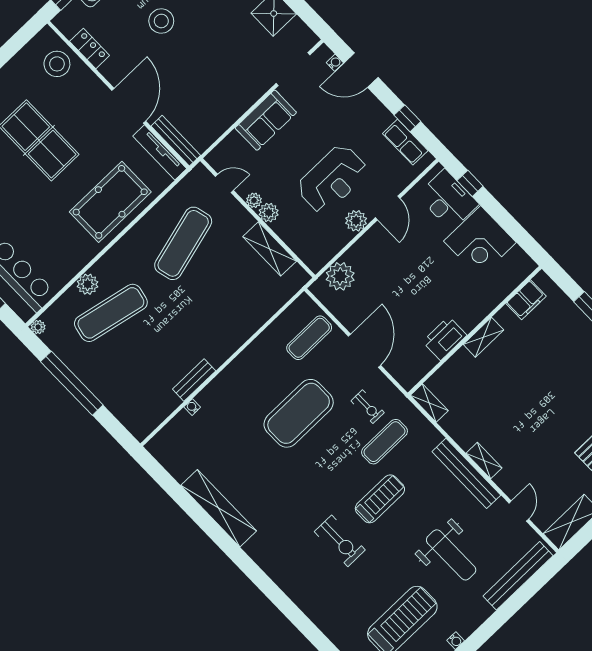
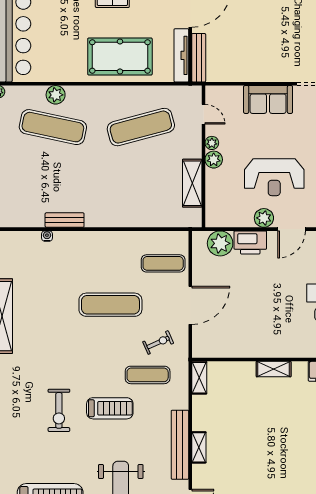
printer: (445, 338) -> (250, 242), moved, turned 180
exercise bike: (368, 407) -> (158, 343), turned -114
exercise mat: (299, 413) -> (110, 305), width x0.68

